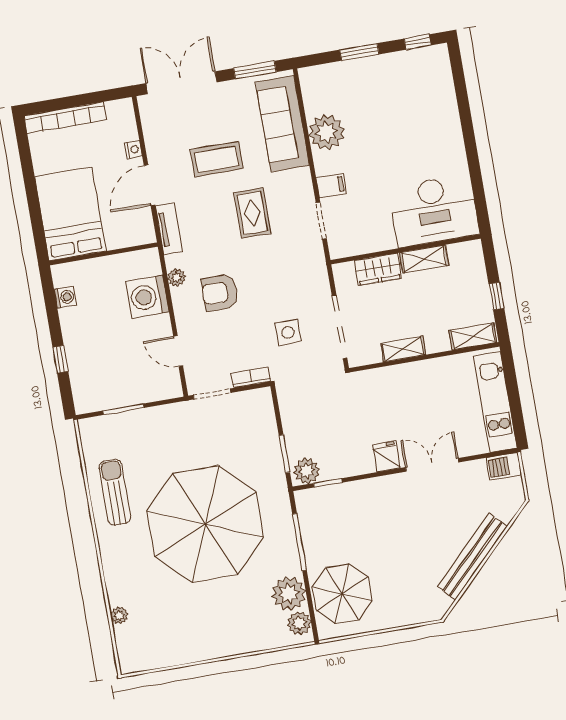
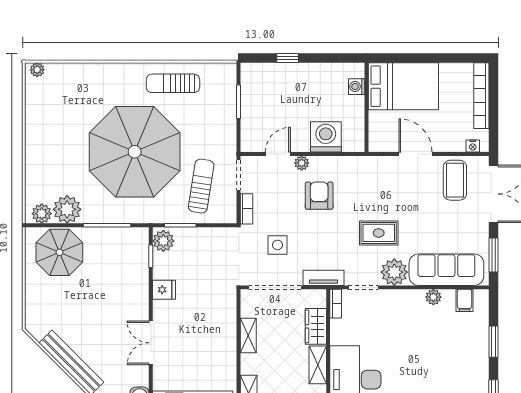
plant: (326, 132) -> (433, 297), width x0.53, depth x0.53
nightstand: (133, 149) -> (473, 146), moved
coffee table: (217, 159) -> (455, 180), moved
filing cabinet: (331, 185) -> (464, 300), moved
plant: (296, 186) -> (394, 272), added
tv unit: (169, 229) -> (323, 278), moved, turned 180
bookcase: (347, 250) -> (336, 304), added
plant: (177, 278) -> (302, 163), moved
washing machine: (65, 297) -> (357, 87), moved, turned 90
sun lounger: (233, 437) -> (201, 186), added
fridge: (386, 456) -> (164, 290), moved
double door: (432, 465) -> (151, 343), swing flipped
sun lounger: (115, 492) -> (173, 83), turned 180
plant: (119, 615) -> (37, 70), moved

